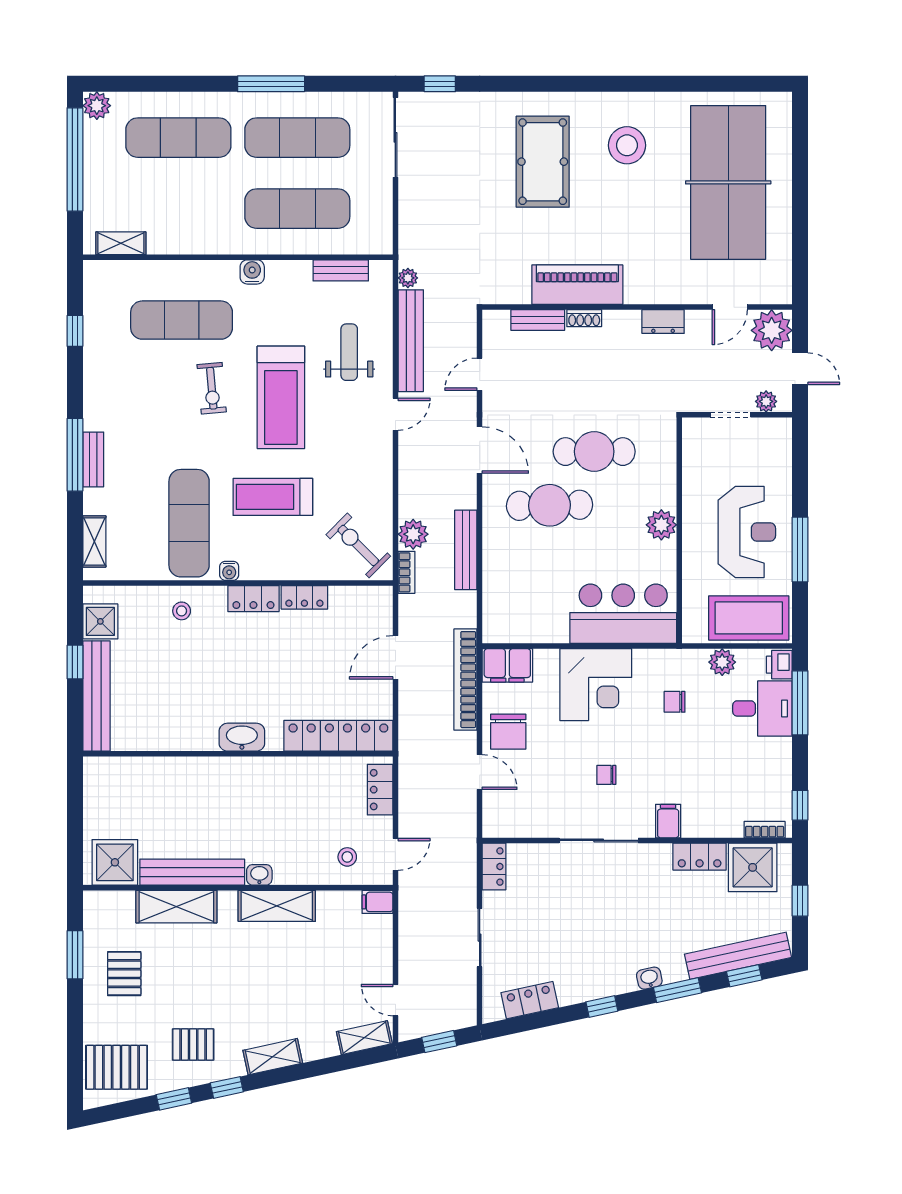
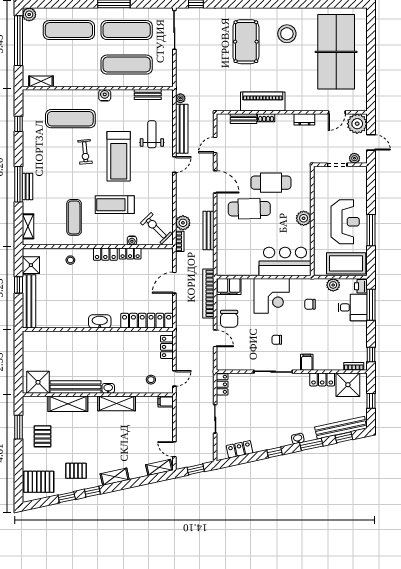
exercise mat: (189, 523) -> (74, 217), width x0.73, depth x0.69
water cooler: (229, 571) -> (132, 241), moved

